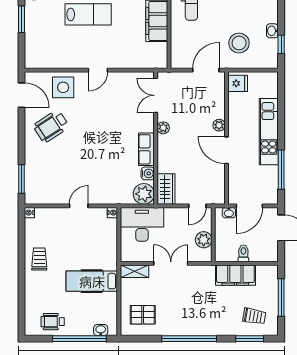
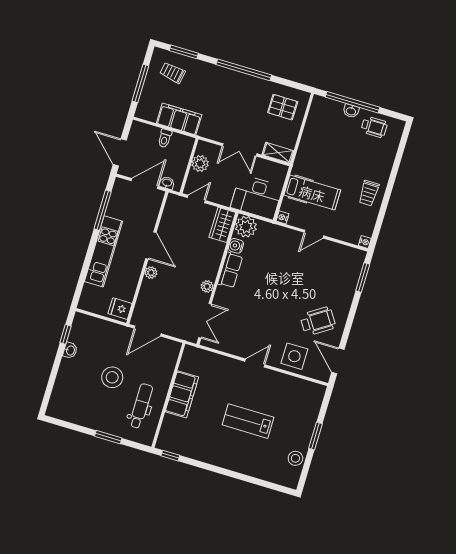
stool: (239, 43) -> (112, 377), moved
hospital bed: (92, 281) -> (312, 193), moved
washbasin: (101, 330) -> (351, 111), moved

